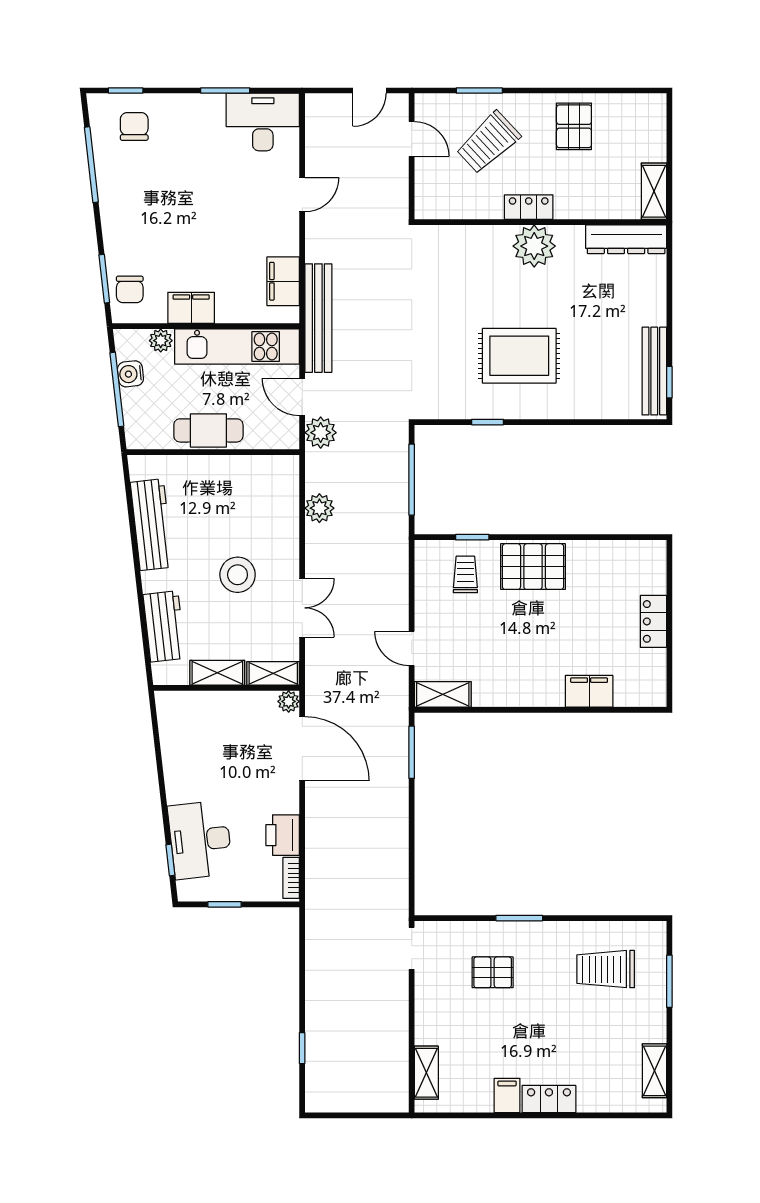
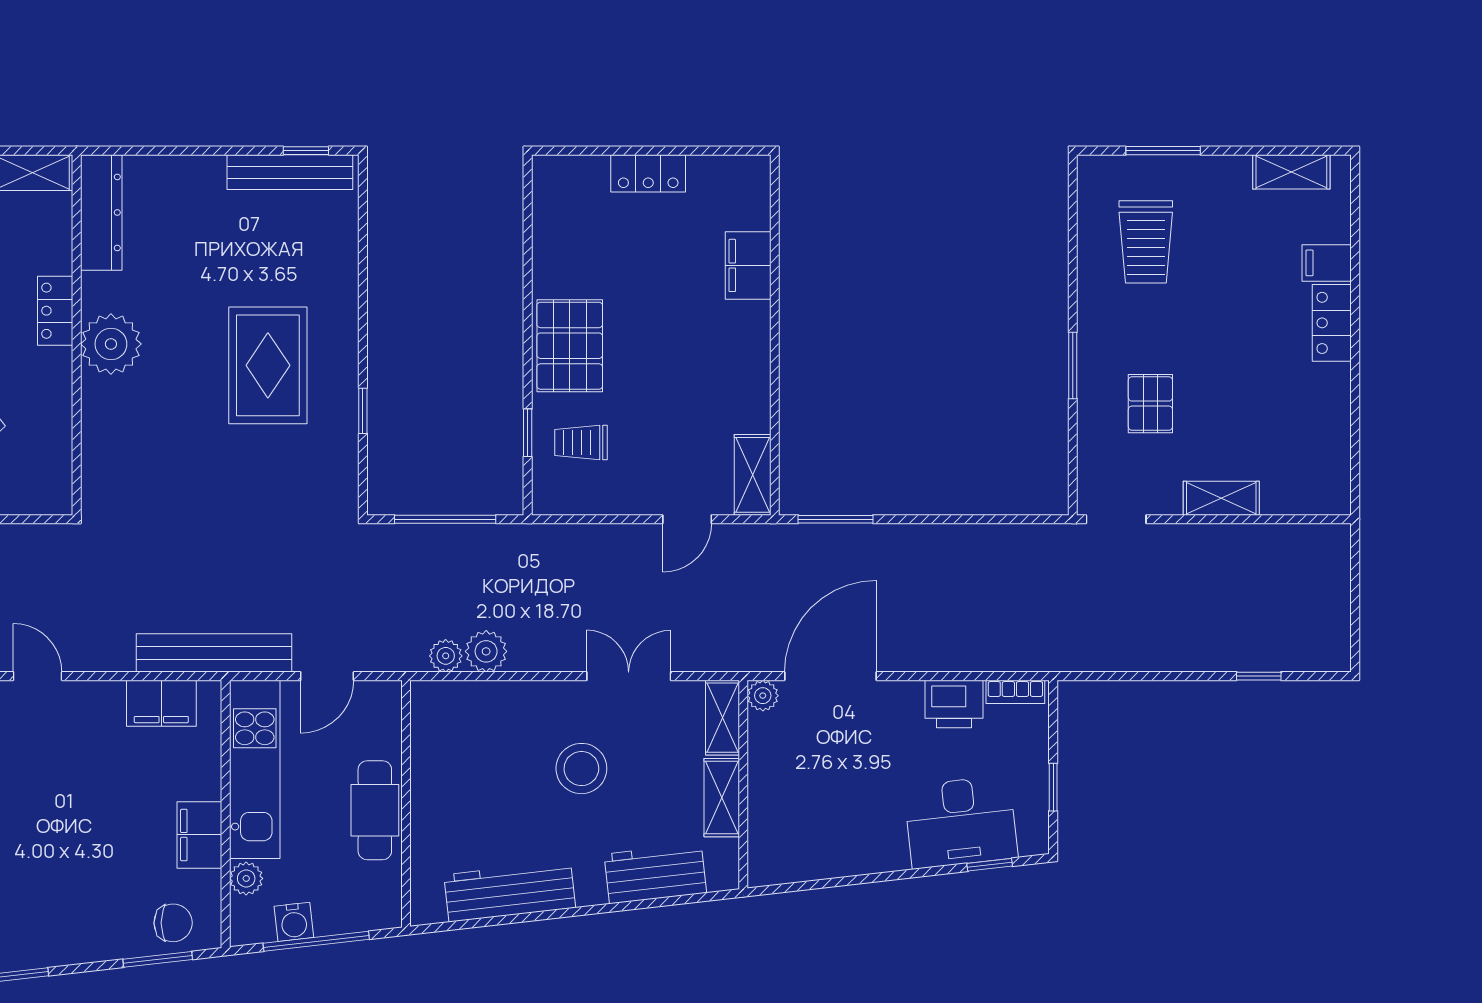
locker: (529, 207) -> (55, 311), moved
plant: (321, 433) -> (446, 656), moved, width x0.73, depth x0.73
shelving: (426, 1073) -> (1221, 498), moved
filing cabinet: (507, 1095) -> (1327, 263), moved

